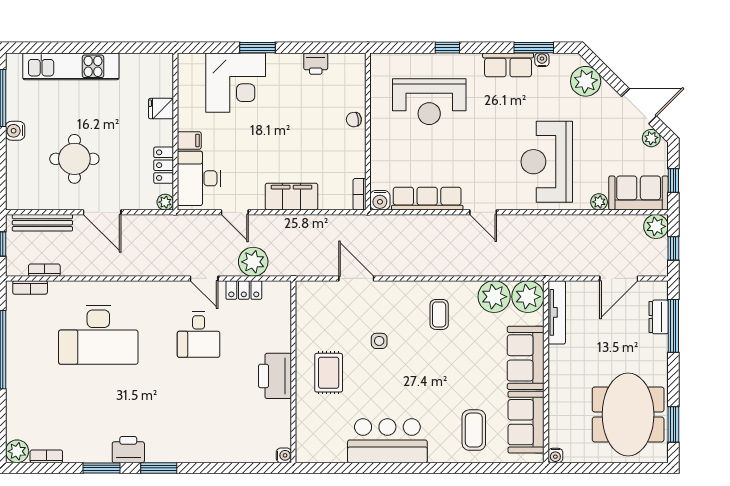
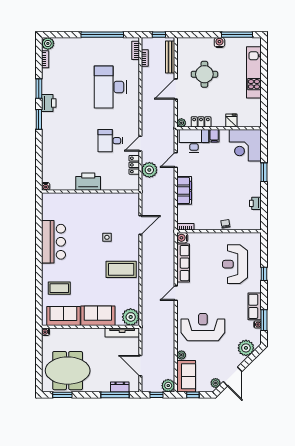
corner desk: (236, 83) -> (245, 145), moved
plant: (494, 297) -> (131, 299), removed
coffee table: (439, 314) -> (121, 269), width x1.86, depth x1.72
rug: (329, 373) -> (90, 210), removed

